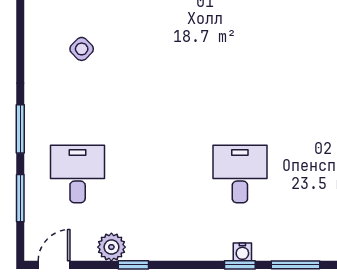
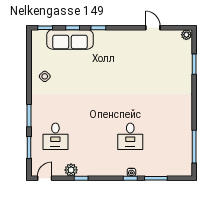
side table: (82, 49) -> (45, 76), moved
desk: (78, 174) -> (55, 136), turned 180
desk: (240, 174) -> (130, 136), turned 180

